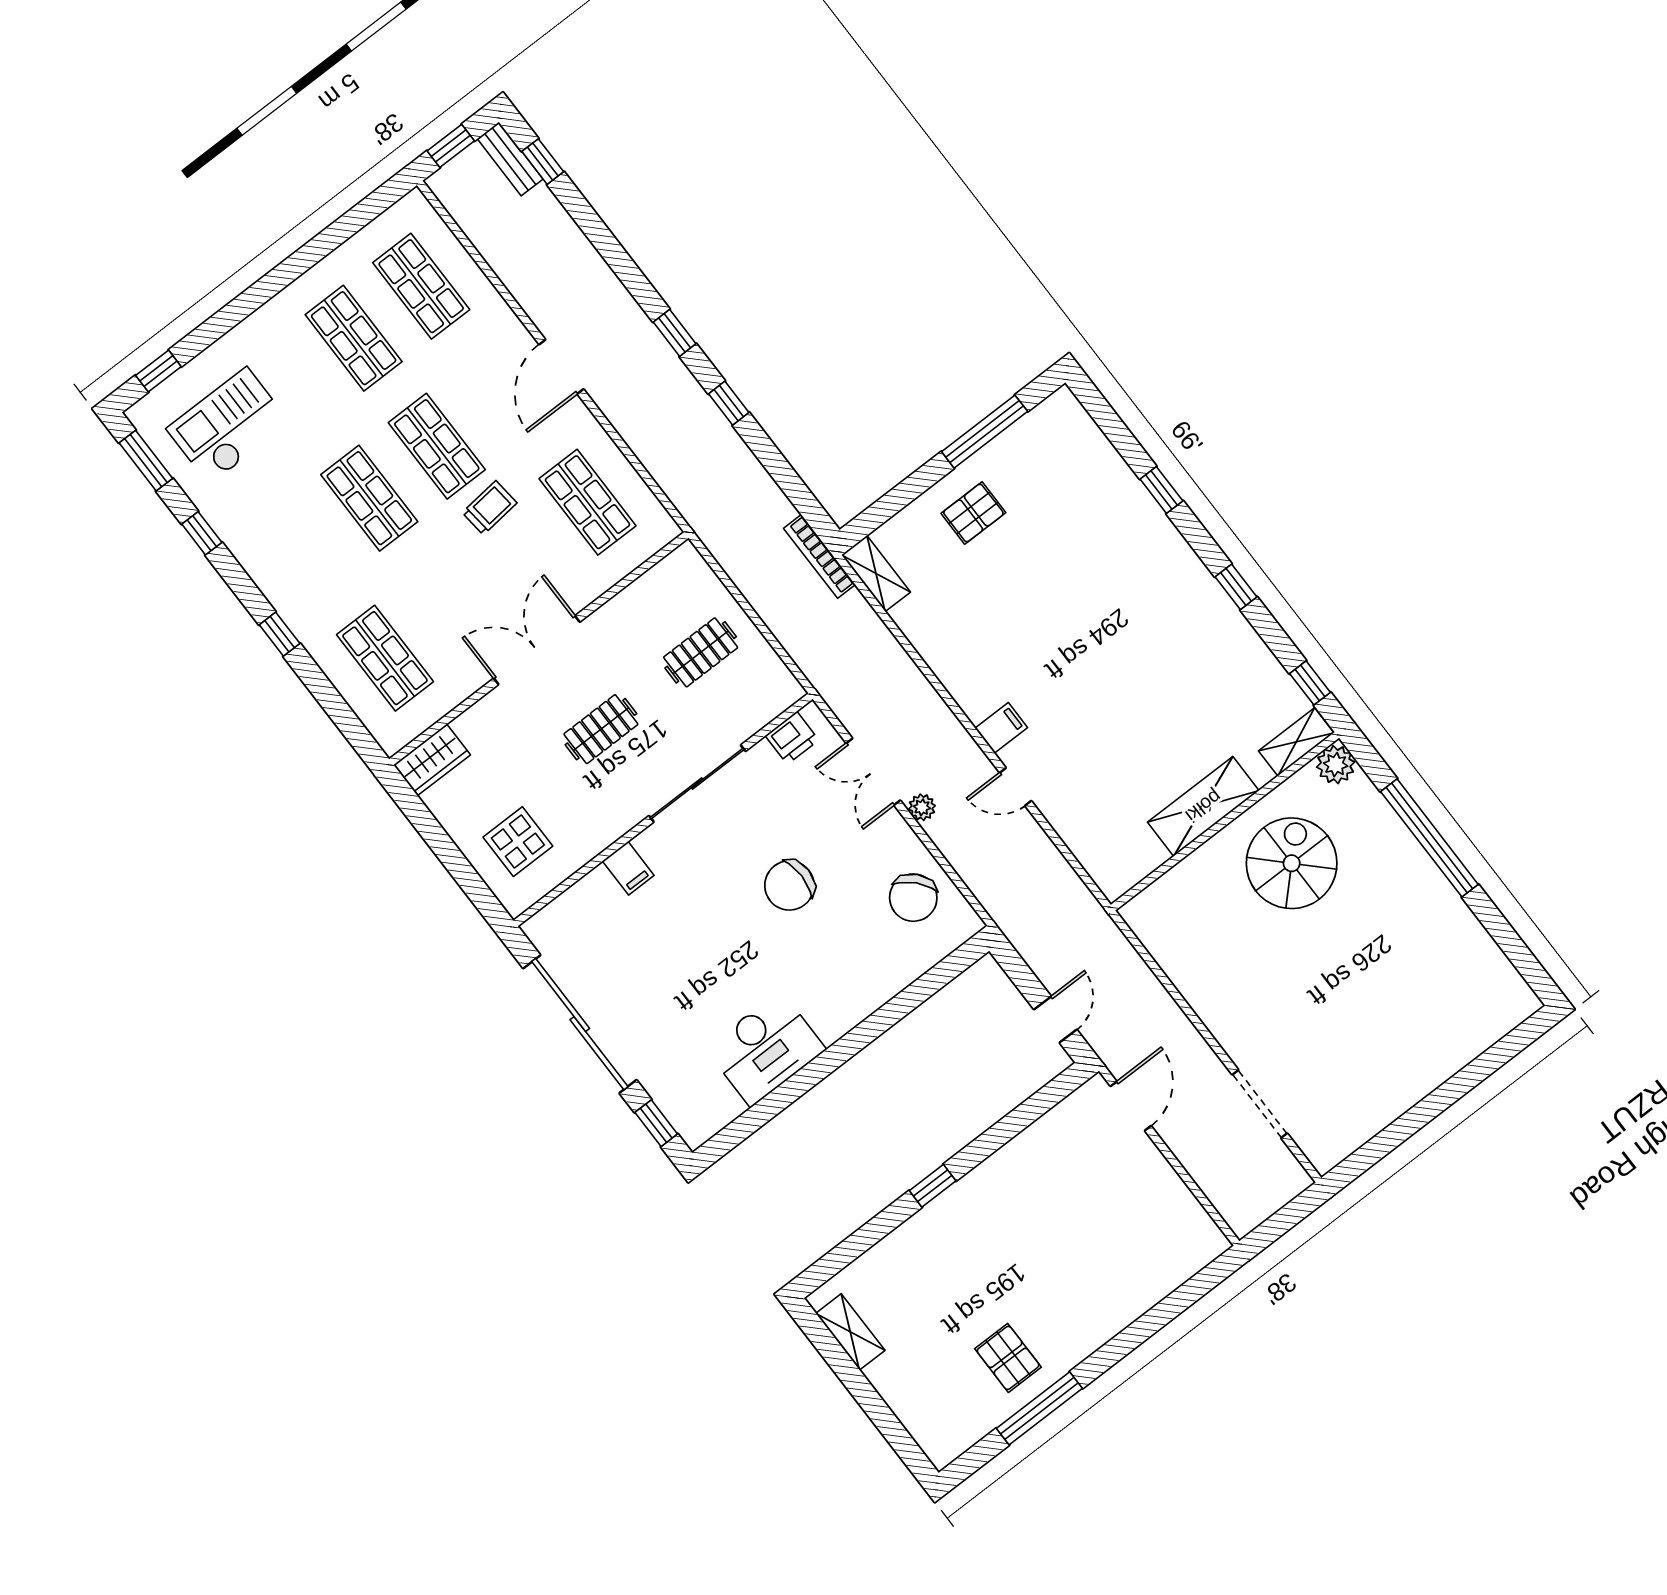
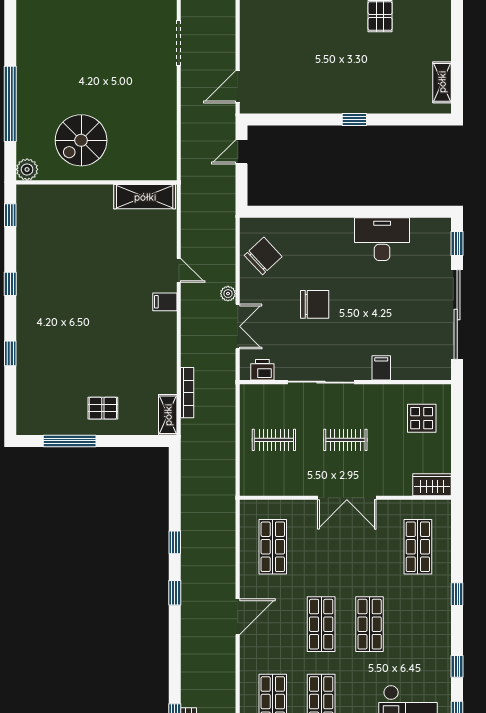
trolley: (490, 508) -> (319, 578), removed
bookcase: (819, 556) -> (187, 393), moved
shelving: (1296, 742) -> (37, 193), removed
shelving: (1203, 806) -> (145, 197), moved

